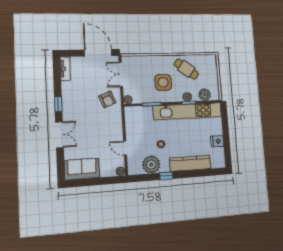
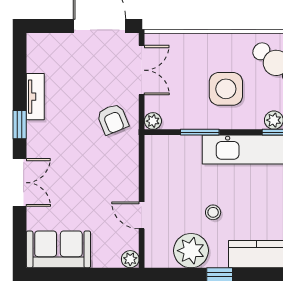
tv unit: (65, 69) -> (35, 97), moved
double door: (121, 74) -> (142, 70), swing flipped

